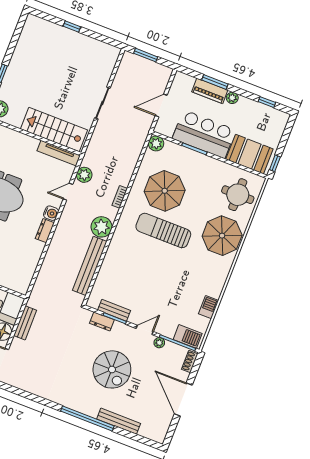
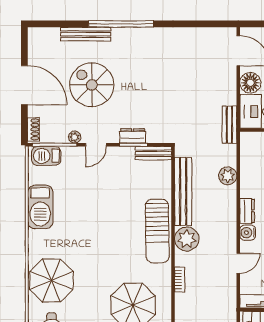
plant: (84, 175) -> (228, 176), moved
sun lounger: (163, 230) -> (157, 231), moved, turned 89
barbecue: (209, 307) -> (40, 207), width x1.88, depth x1.53
bench: (114, 310) -> (153, 153), moved
dresser: (102, 321) -> (133, 136), moved
bench: (25, 323) -> (229, 125), moved
spiral stairs: (112, 369) -> (92, 85), moved

